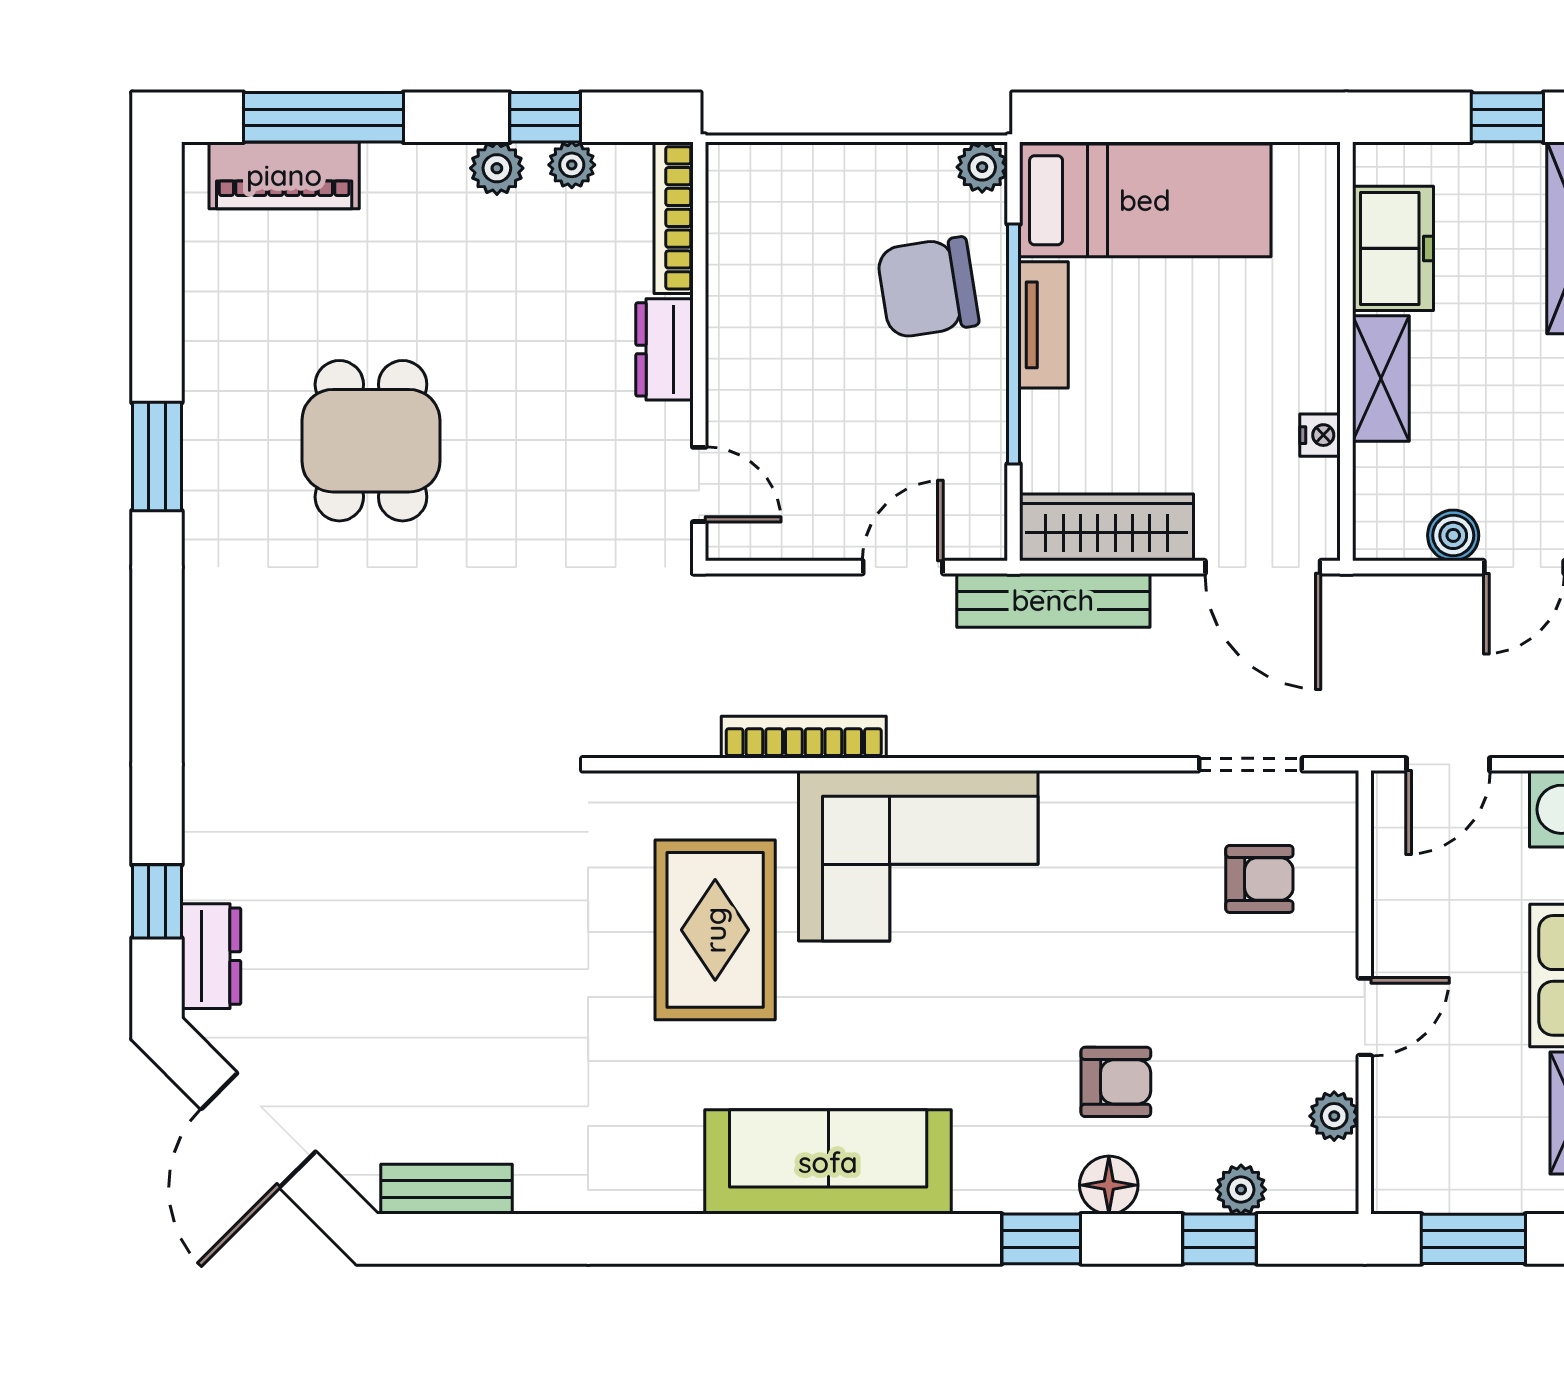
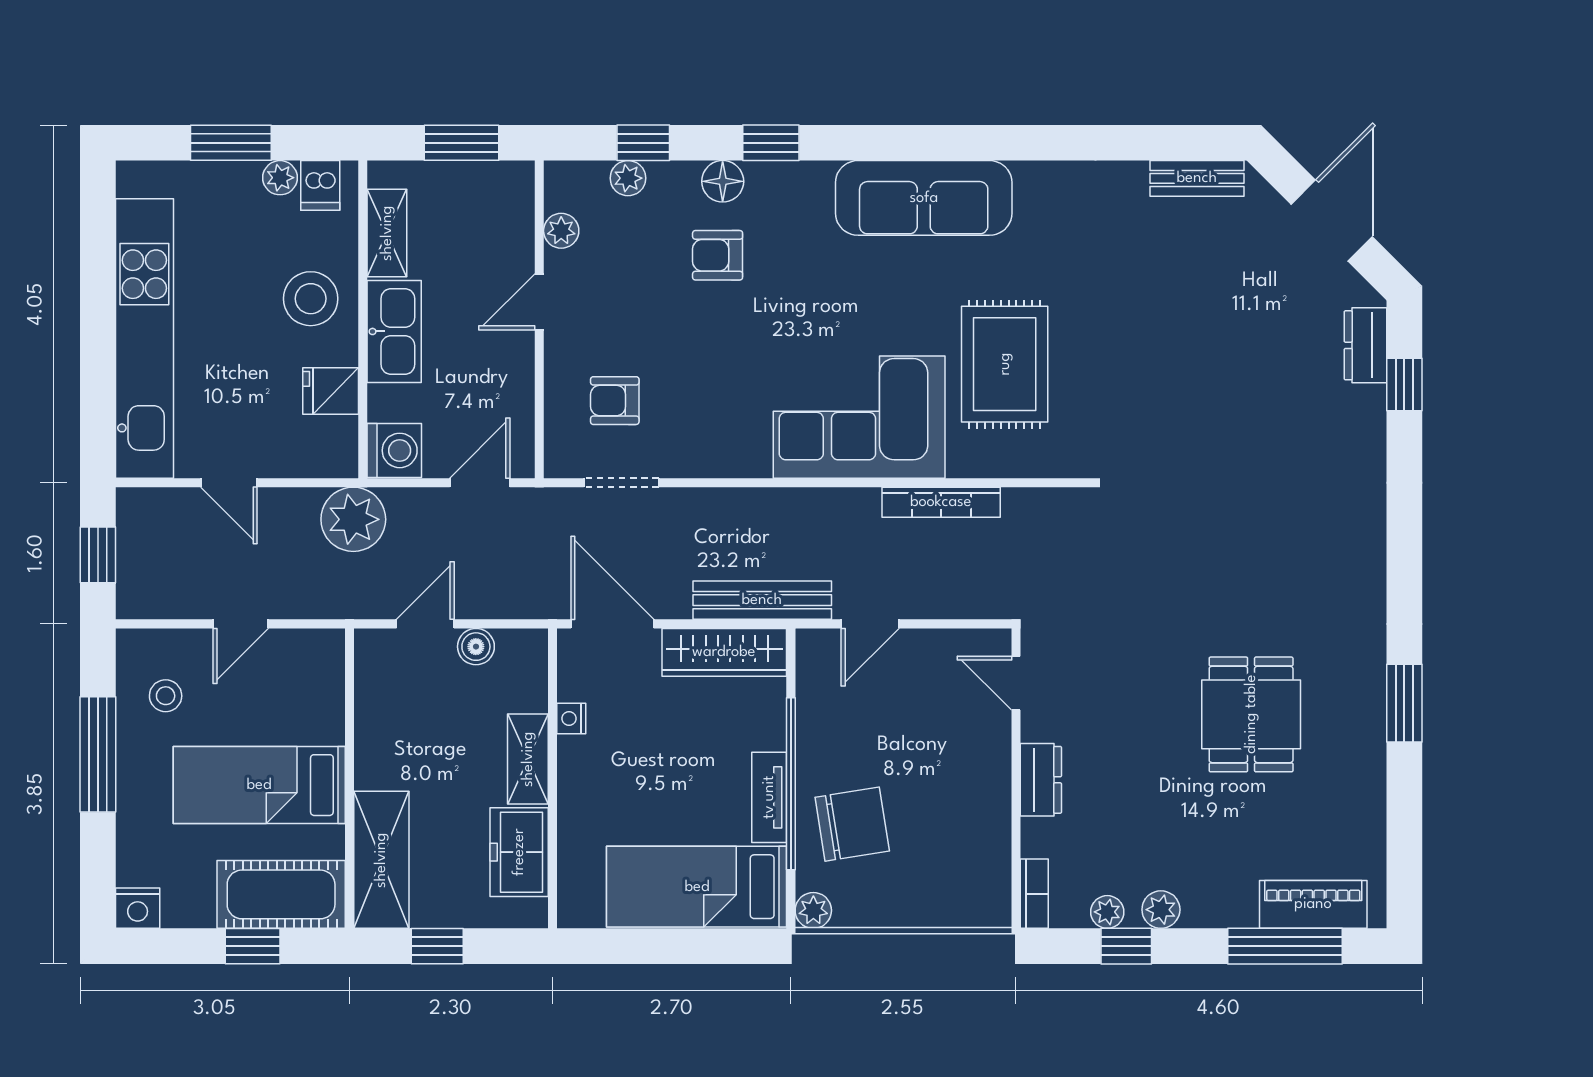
bookcase: (674, 218) -> (1034, 894), width x0.64

